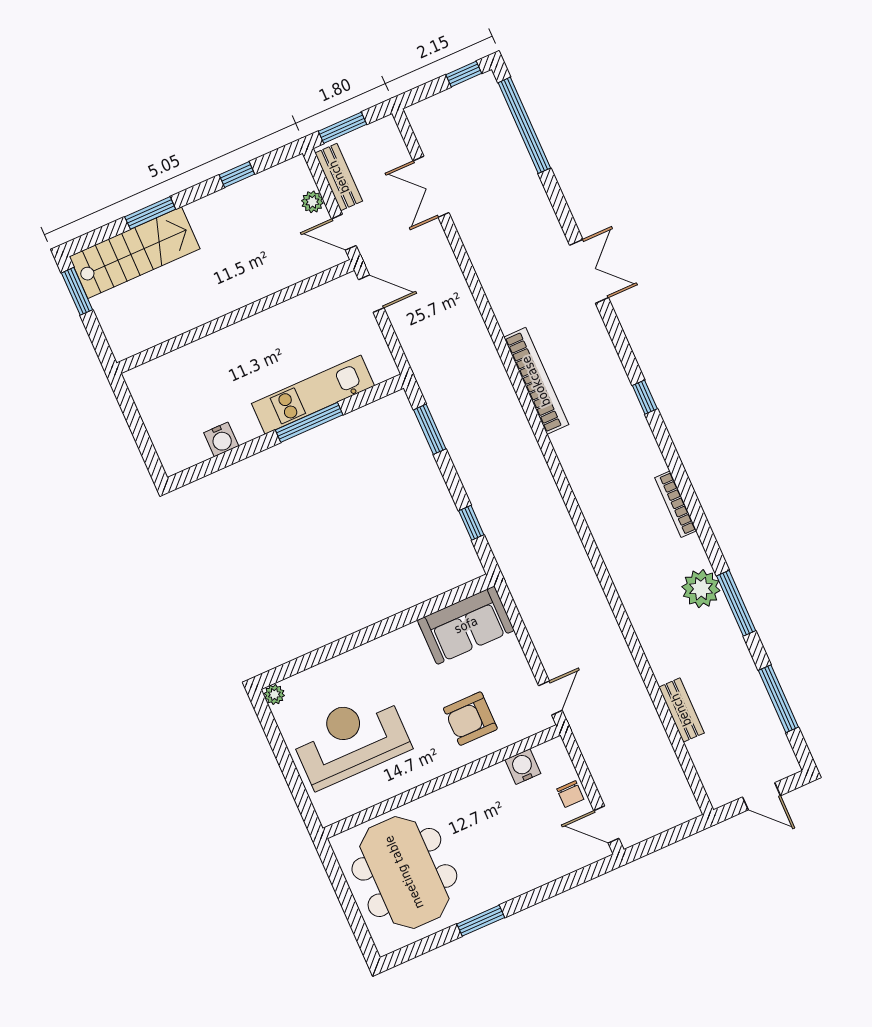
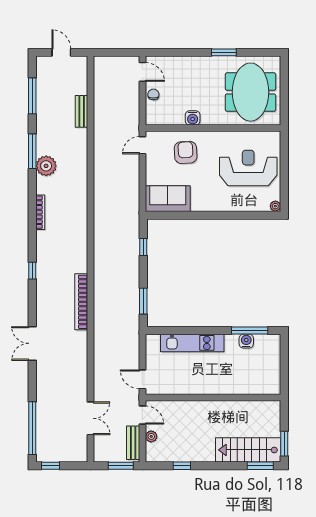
window: (150, 213) -> (260, 466), moved
window: (309, 422) -> (250, 330), moved
armchair: (470, 719) -> (186, 152), turned -93
reception desk: (350, 740) -> (248, 168), turned 180
water cooler: (523, 767) -> (193, 118), moved

